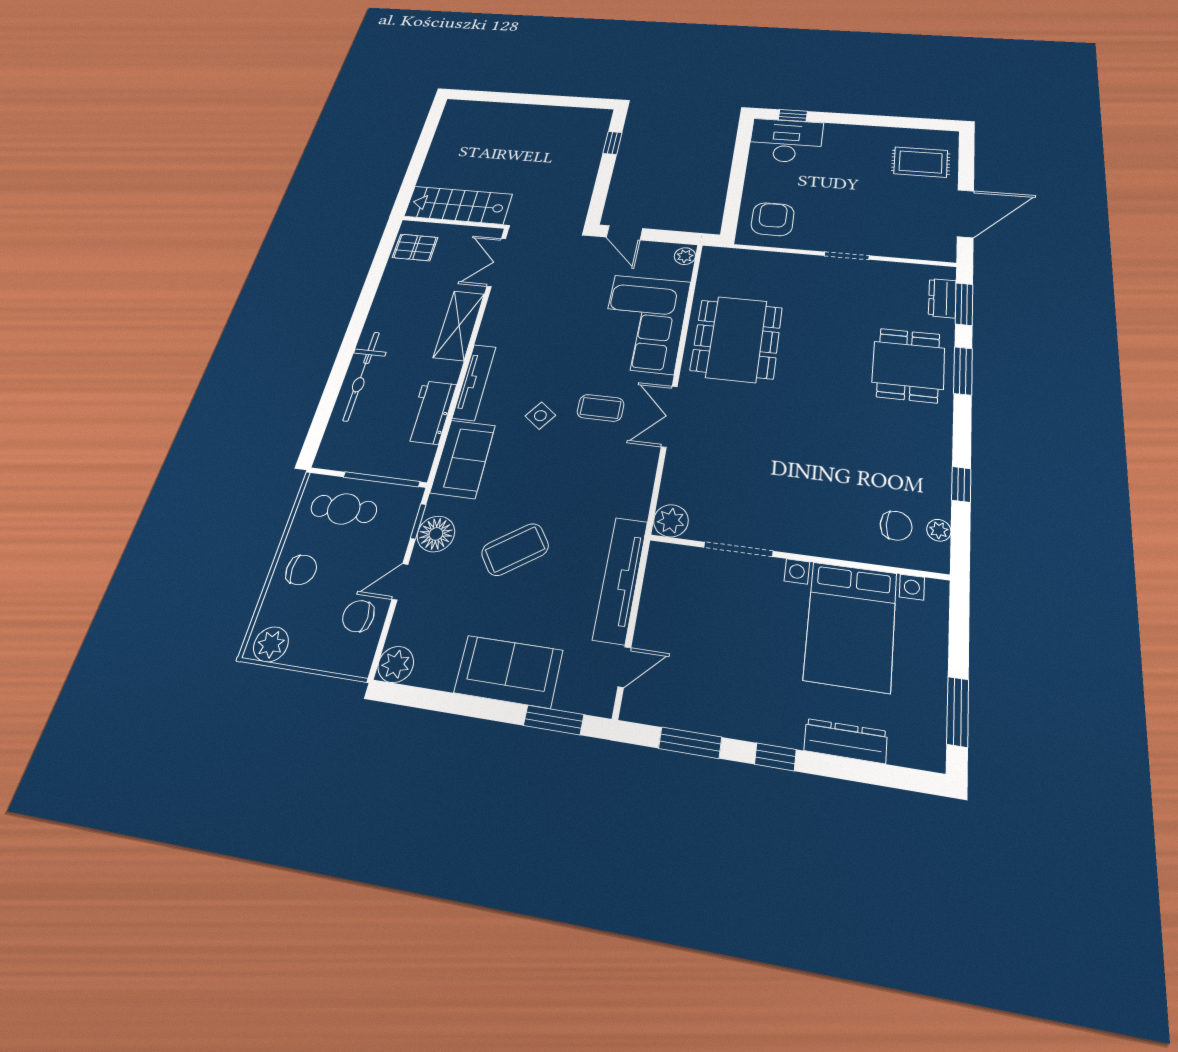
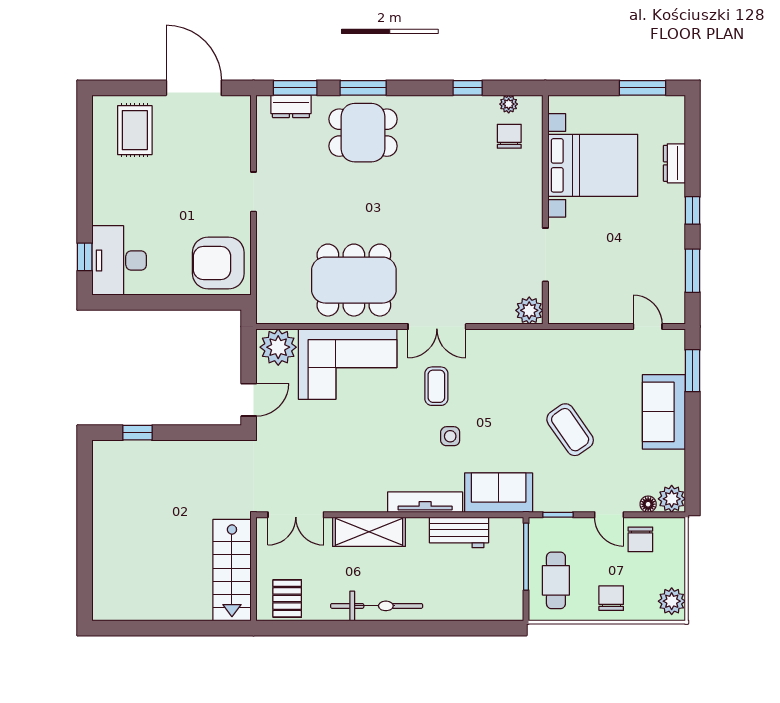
armchair: (773, 219) -> (218, 263), width x1.36, depth x1.36
plant: (685, 256) -> (278, 347), width x1.87, depth x1.87
bicycle: (361, 376) -> (377, 606), moved
side table: (540, 416) -> (450, 436), turned -37
floor lamp: (436, 534) -> (648, 504), moved, width x0.53, depth x0.53
tv unit: (620, 580) -> (582, 342), removed
dresser: (846, 741) -> (674, 163), width x0.70

